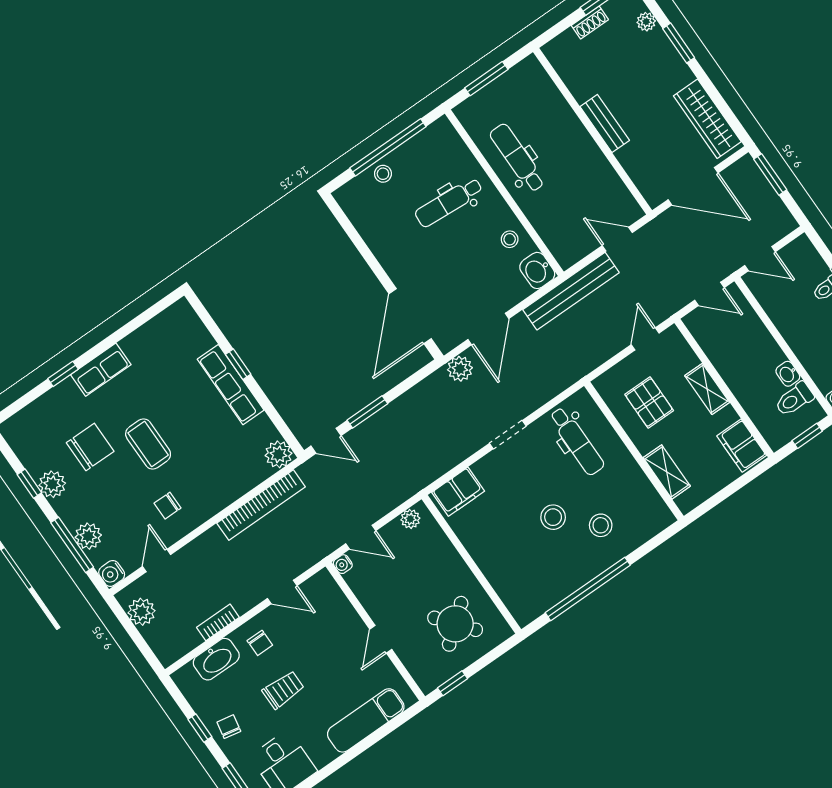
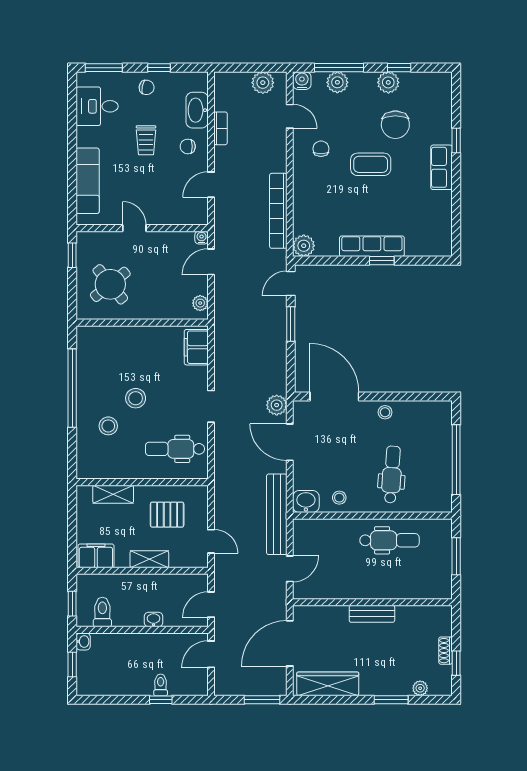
stool: (383, 174) -> (385, 412), moved
washbasin: (788, 374) -> (153, 619), moved

